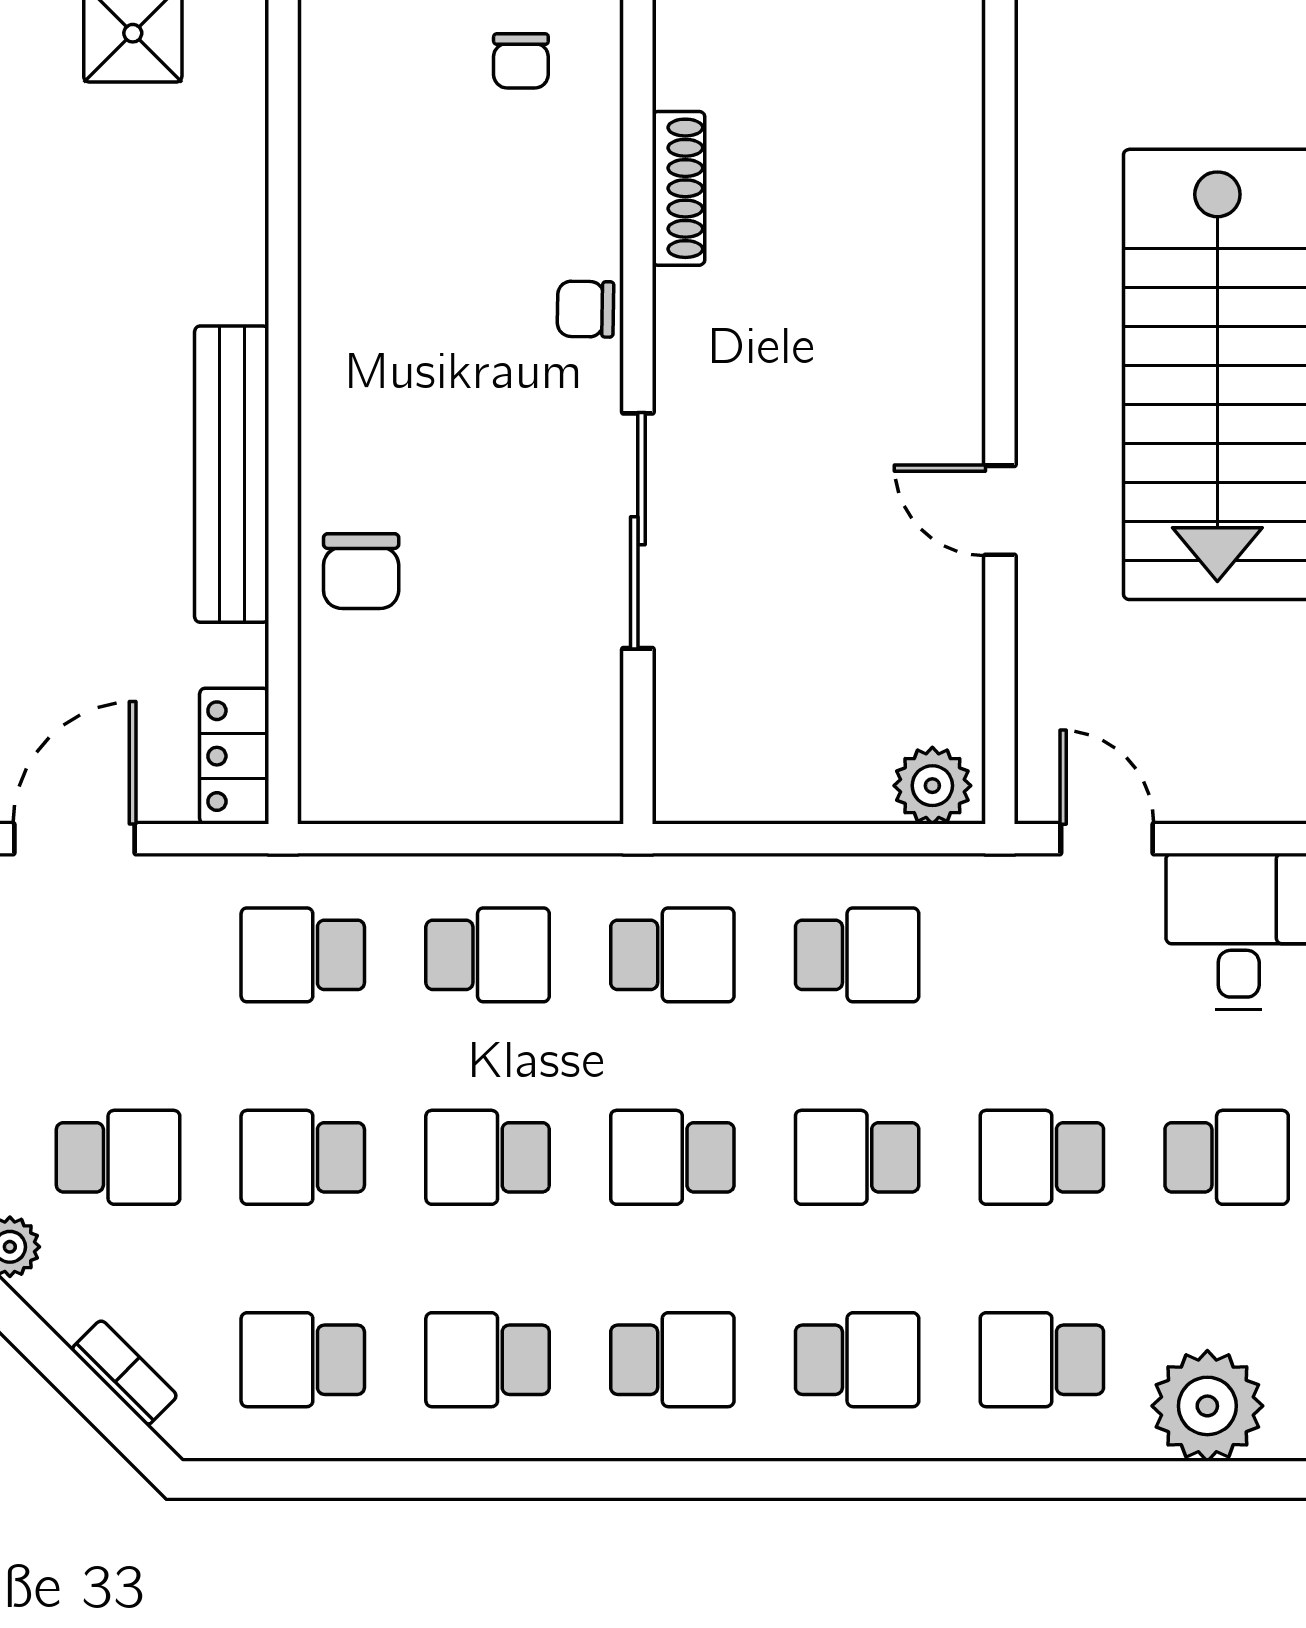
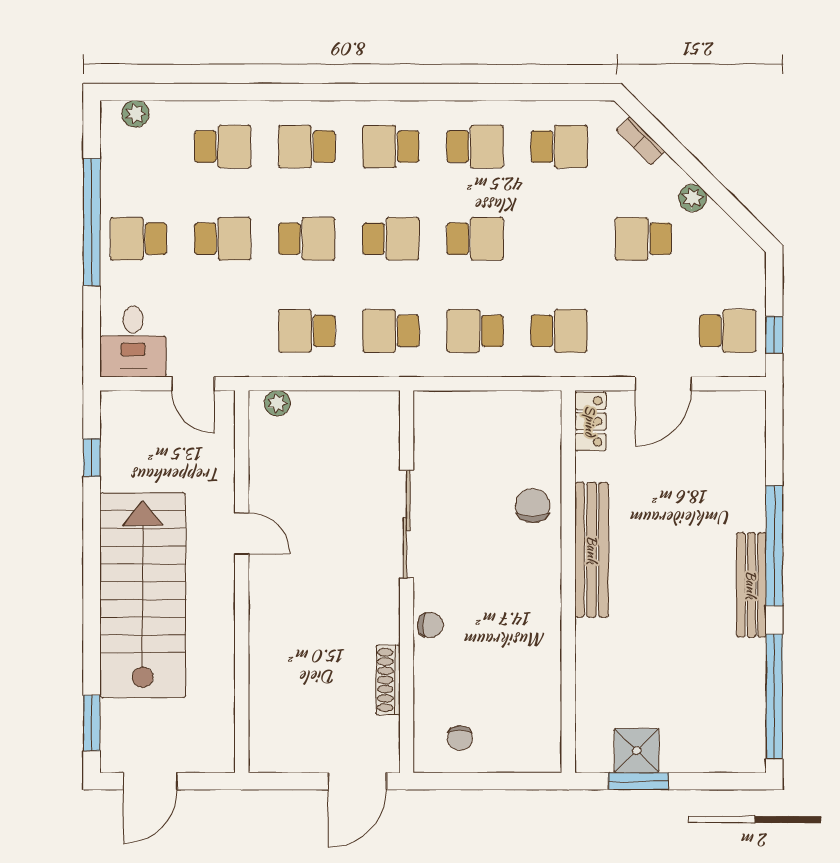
chair: (521, 61) -> (460, 738), turned 180
plant: (932, 786) -> (277, 403), width x0.73, depth x0.73
school desk: (303, 1157) -> (559, 239), removed
plant: (1207, 1406) -> (135, 114), width x0.53, depth x0.53

